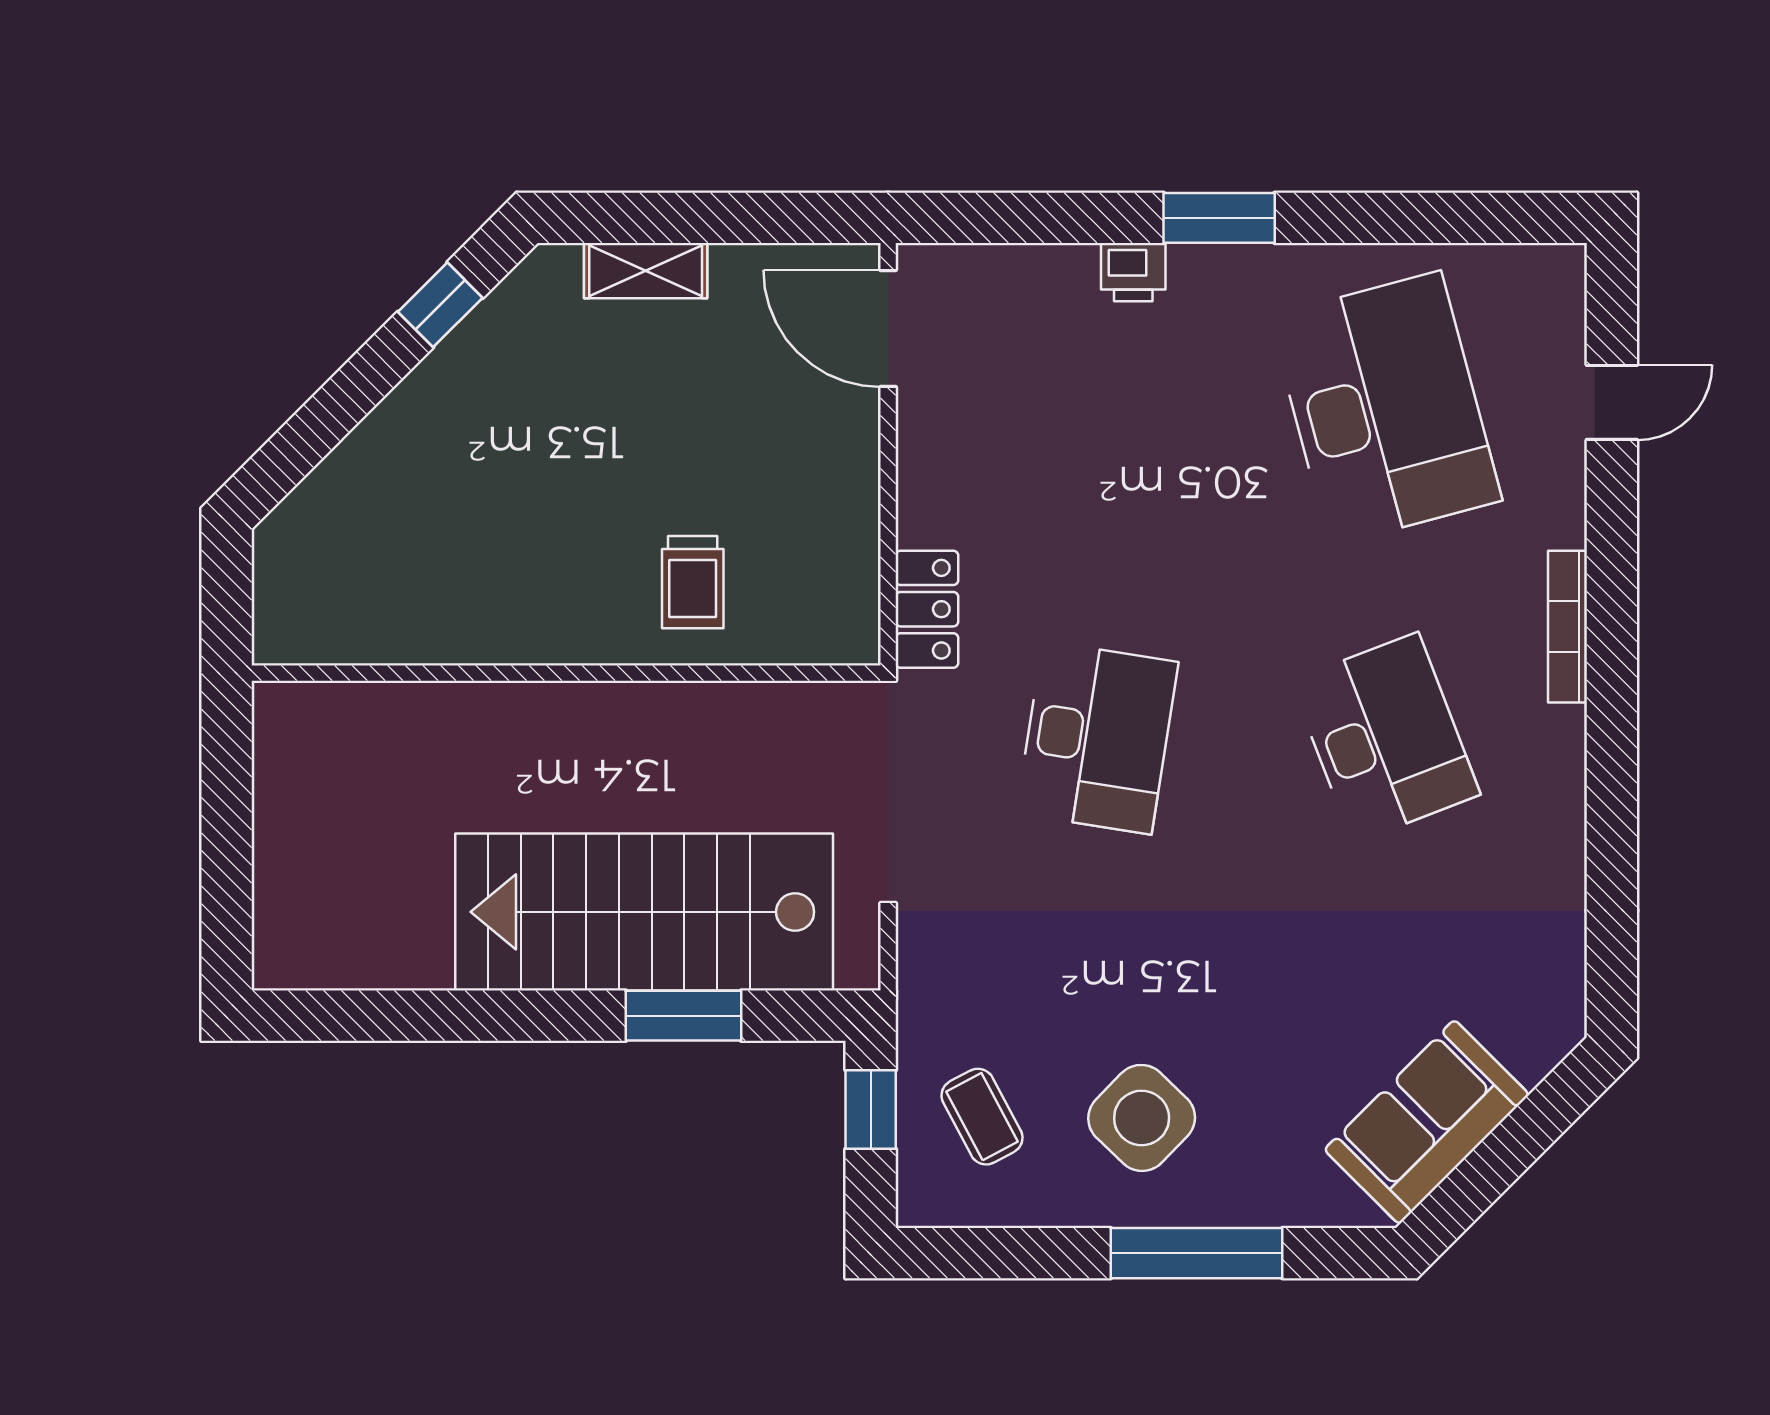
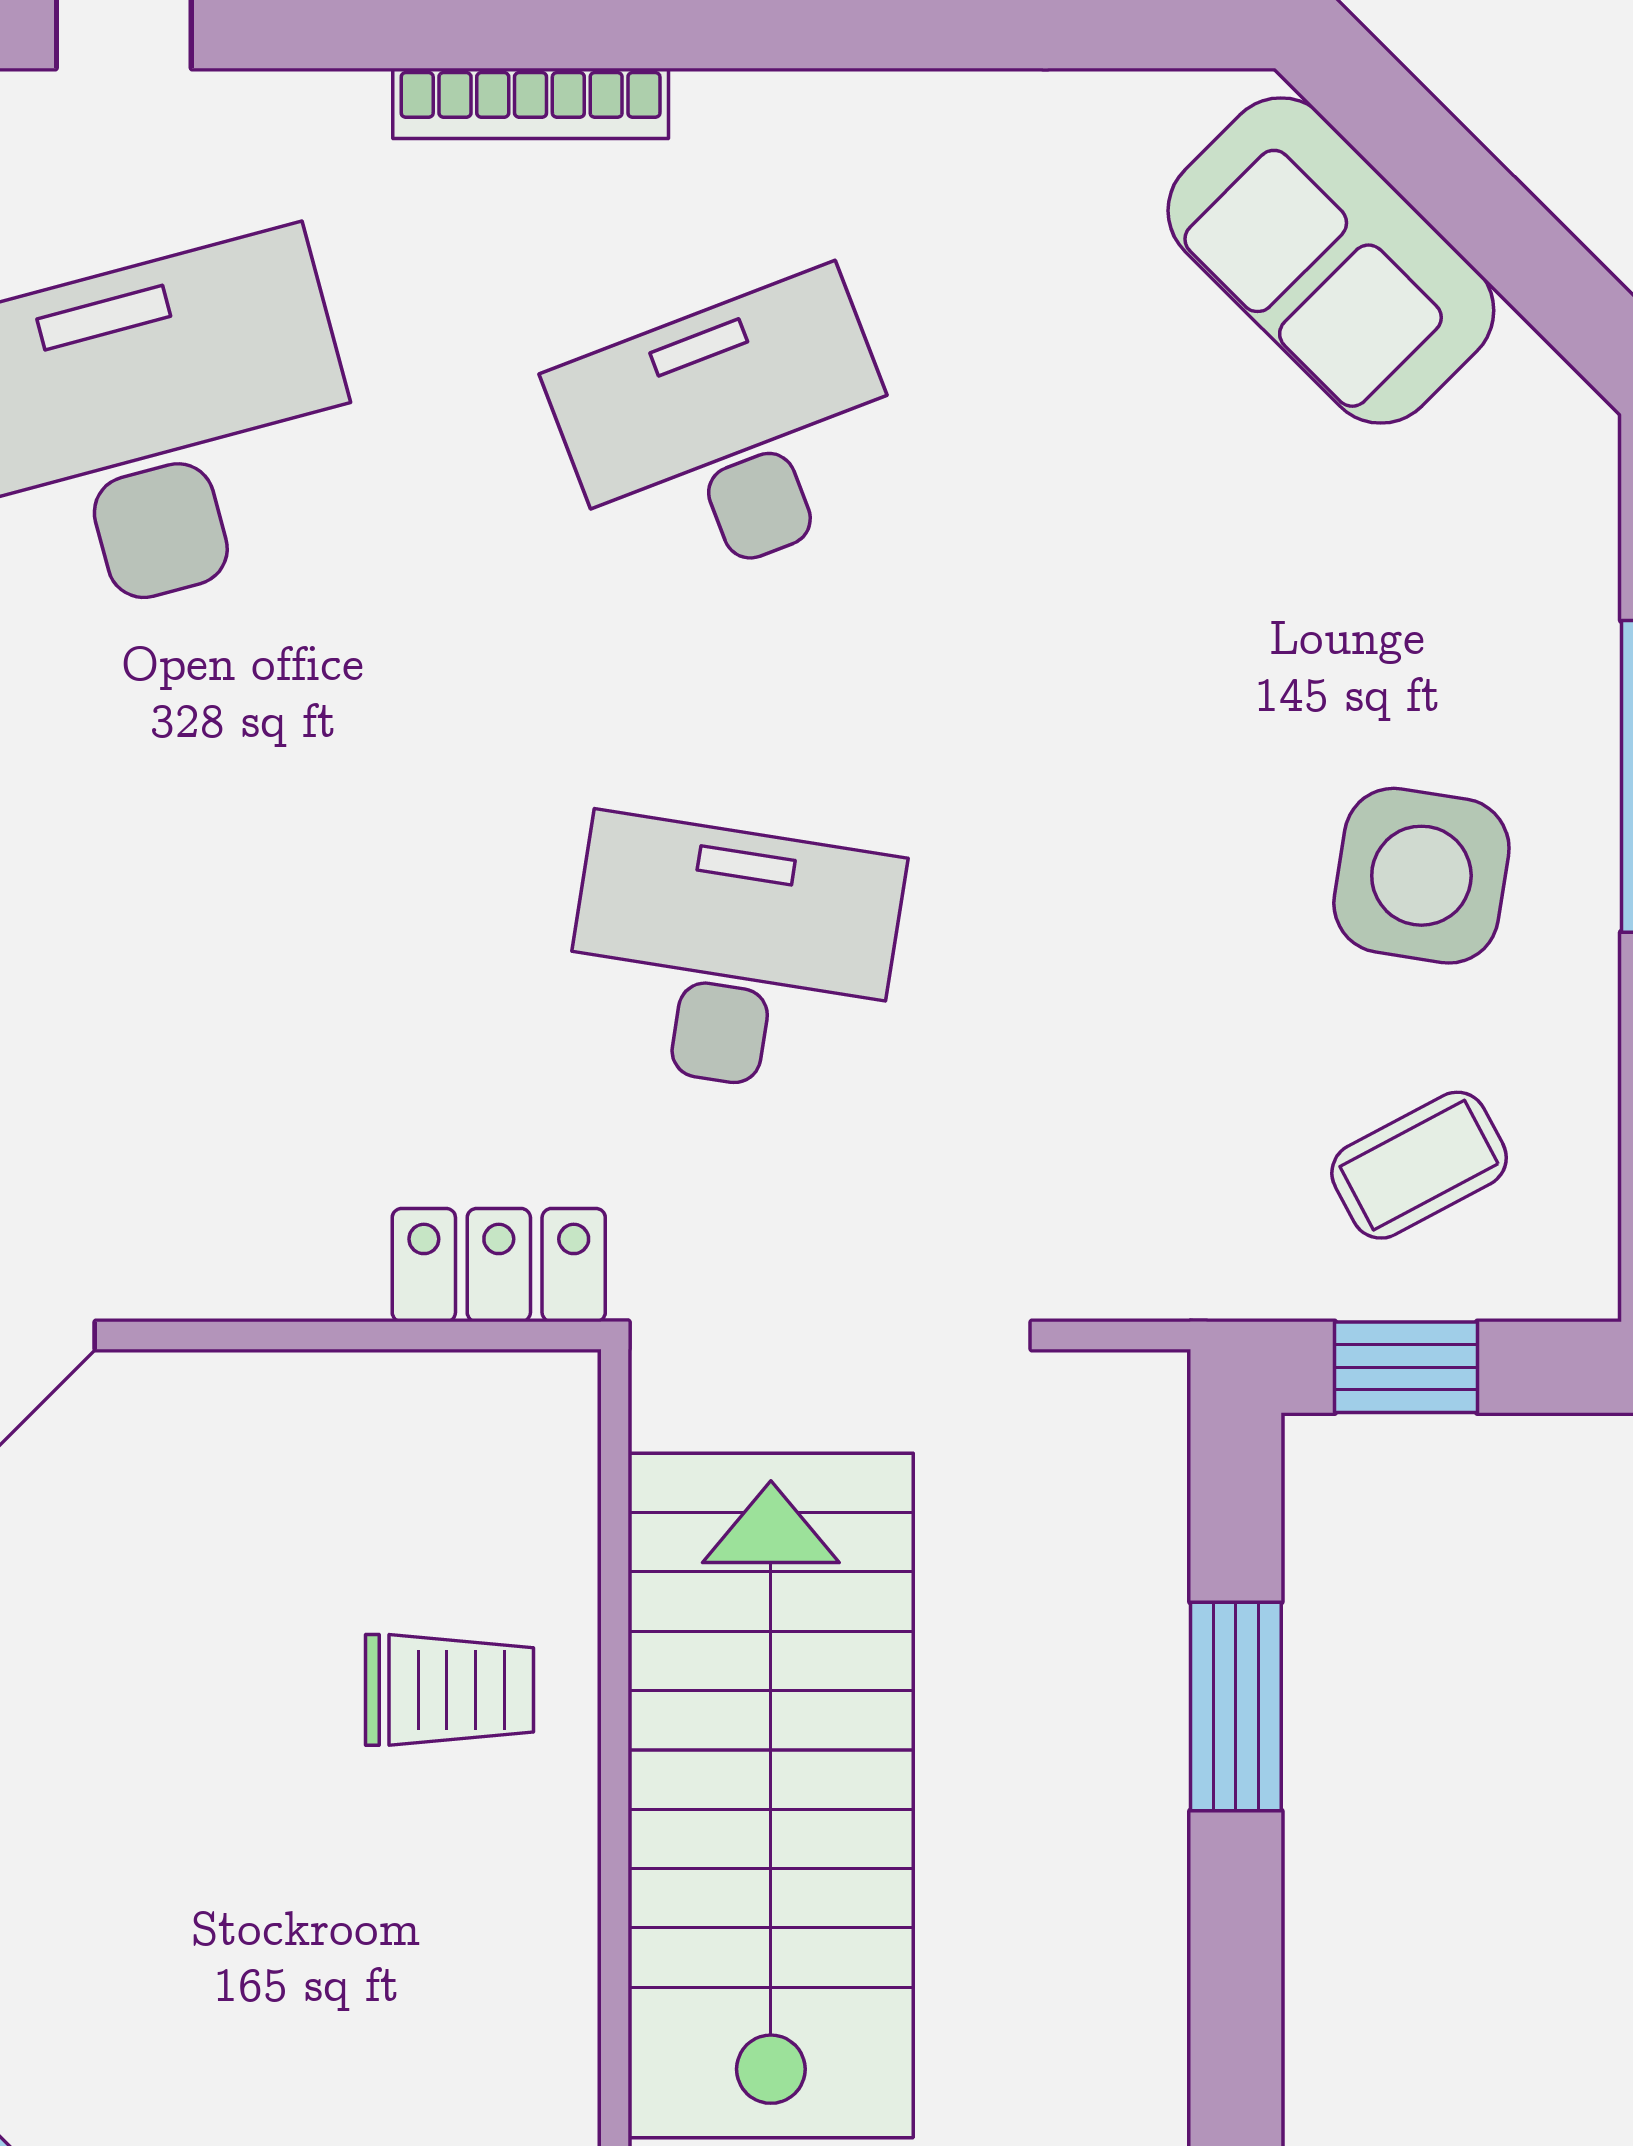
stairs: (644, 912) -> (771, 1795), moved, turned 180
side table: (1142, 1118) -> (1421, 876), turned -35
sofa: (1427, 1122) -> (1331, 261), moved

